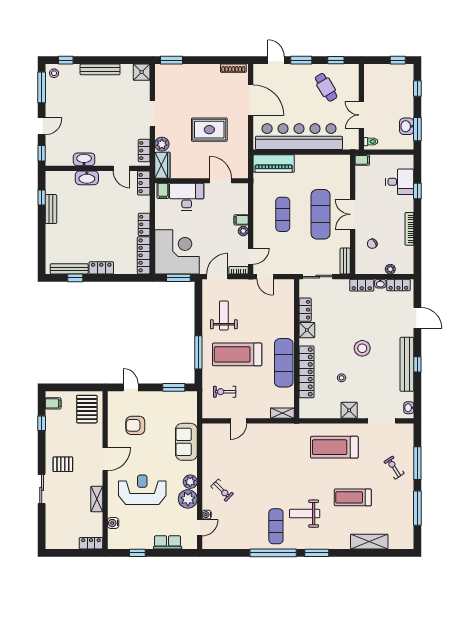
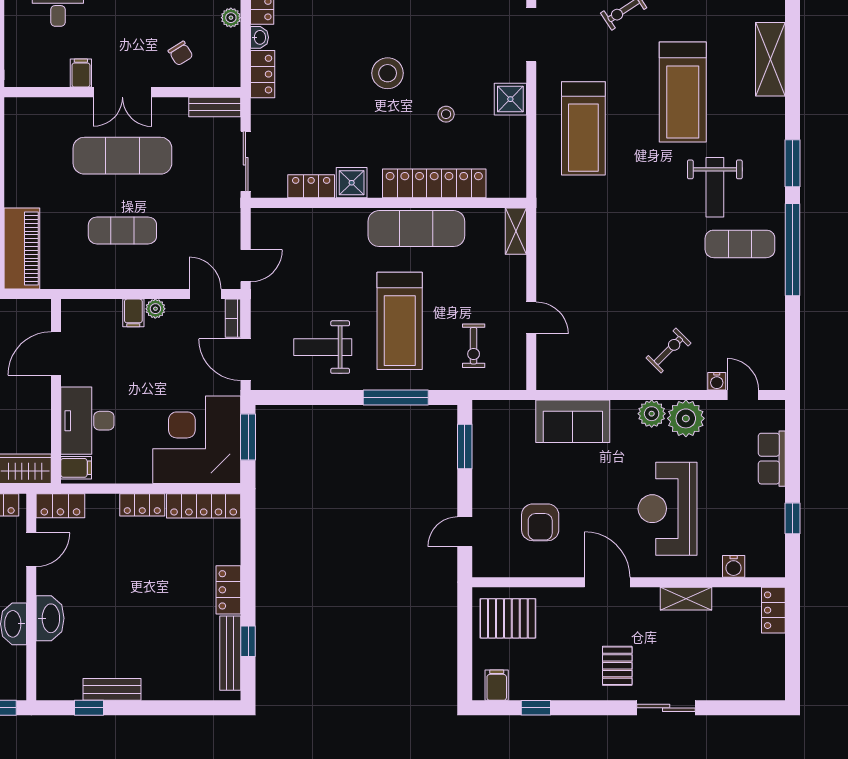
filing cabinet: (362, 160) -> (81, 73), moved
treadmill: (353, 497) -> (683, 92), width x1.37, depth x1.38

